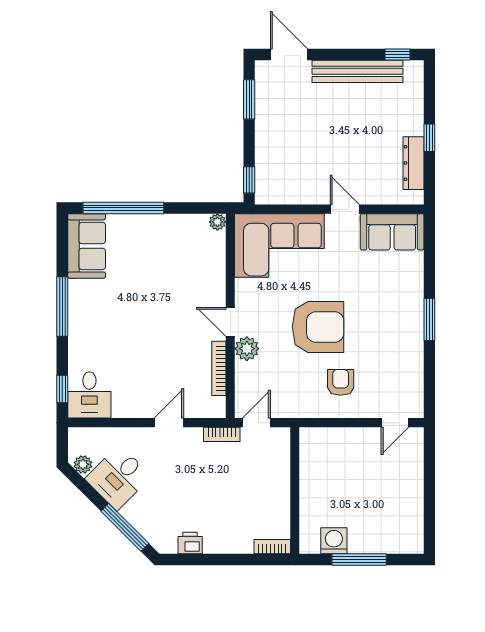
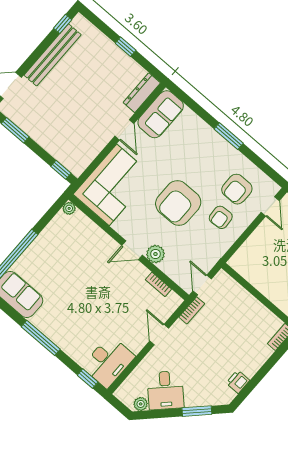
dresser: (413, 163) -> (142, 93), moved, turned 90
door: (345, 209) -> (124, 130), swing flipped
armchair: (318, 327) -> (178, 203), turned 180
bookcase: (219, 368) -> (158, 284), width x0.64
armchair: (383, 374) -> (237, 189), added
armchair: (341, 382) -> (221, 217), turned -94
desk: (89, 395) -> (108, 362), width x1.37
window: (125, 527) -> (197, 411), width x0.69

